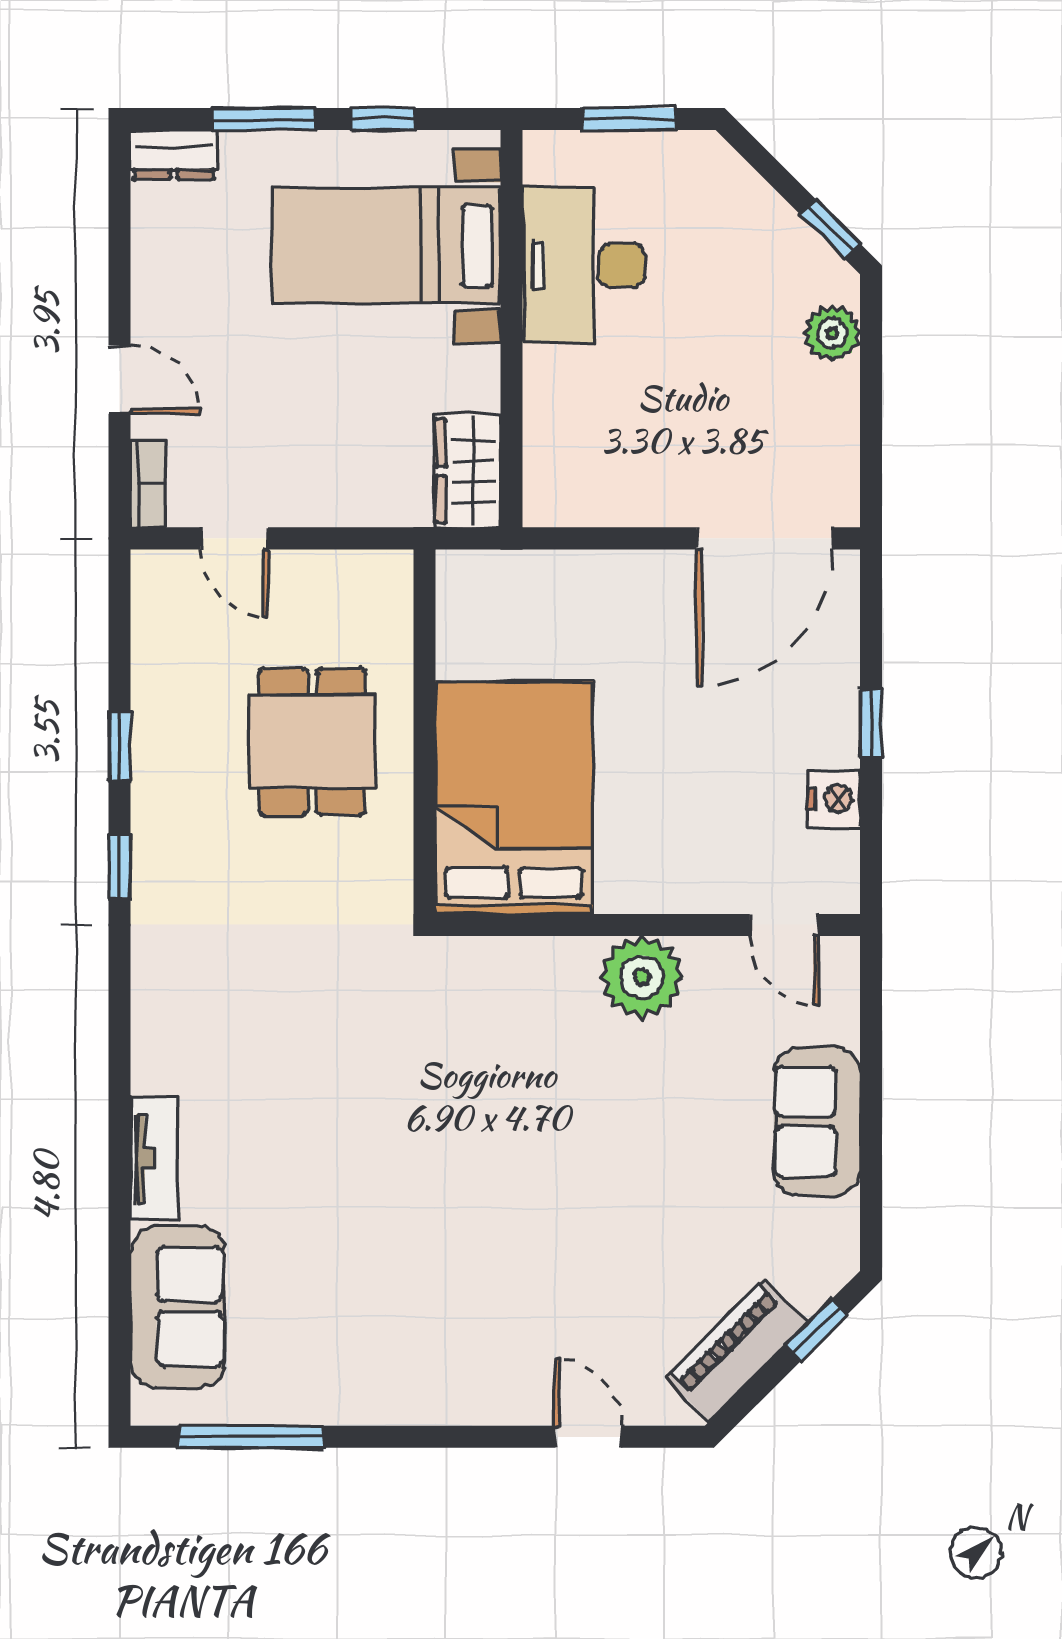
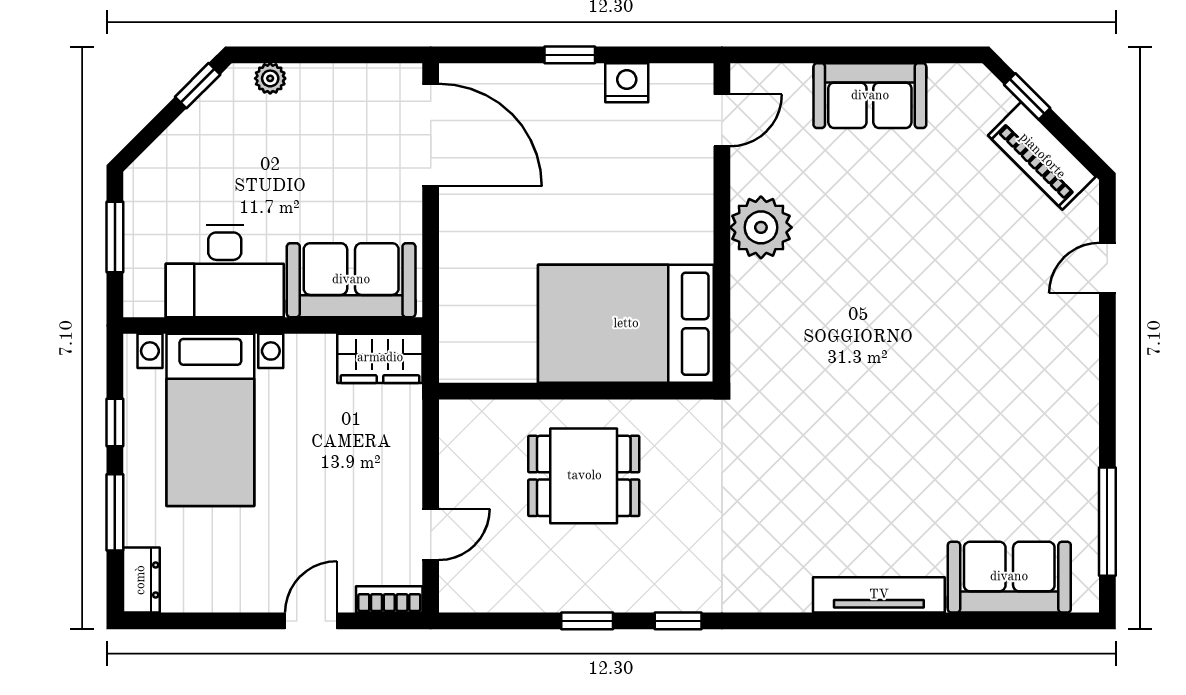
plant: (832, 333) -> (270, 78), width x0.73, depth x0.73
sofa: (572, 433) -> (351, 280), added
tv unit: (154, 1159) -> (879, 595), width x1.41

